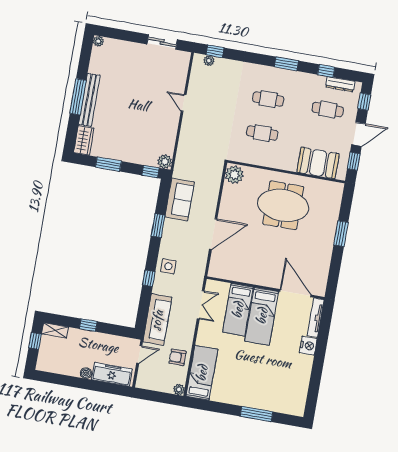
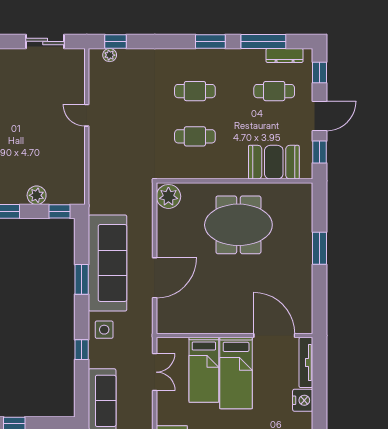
window: (326, 71) -> (263, 41), width x2.17
plant: (165, 162) -> (37, 195), moved
sofa: (180, 199) -> (108, 263), width x1.85, depth x1.27

